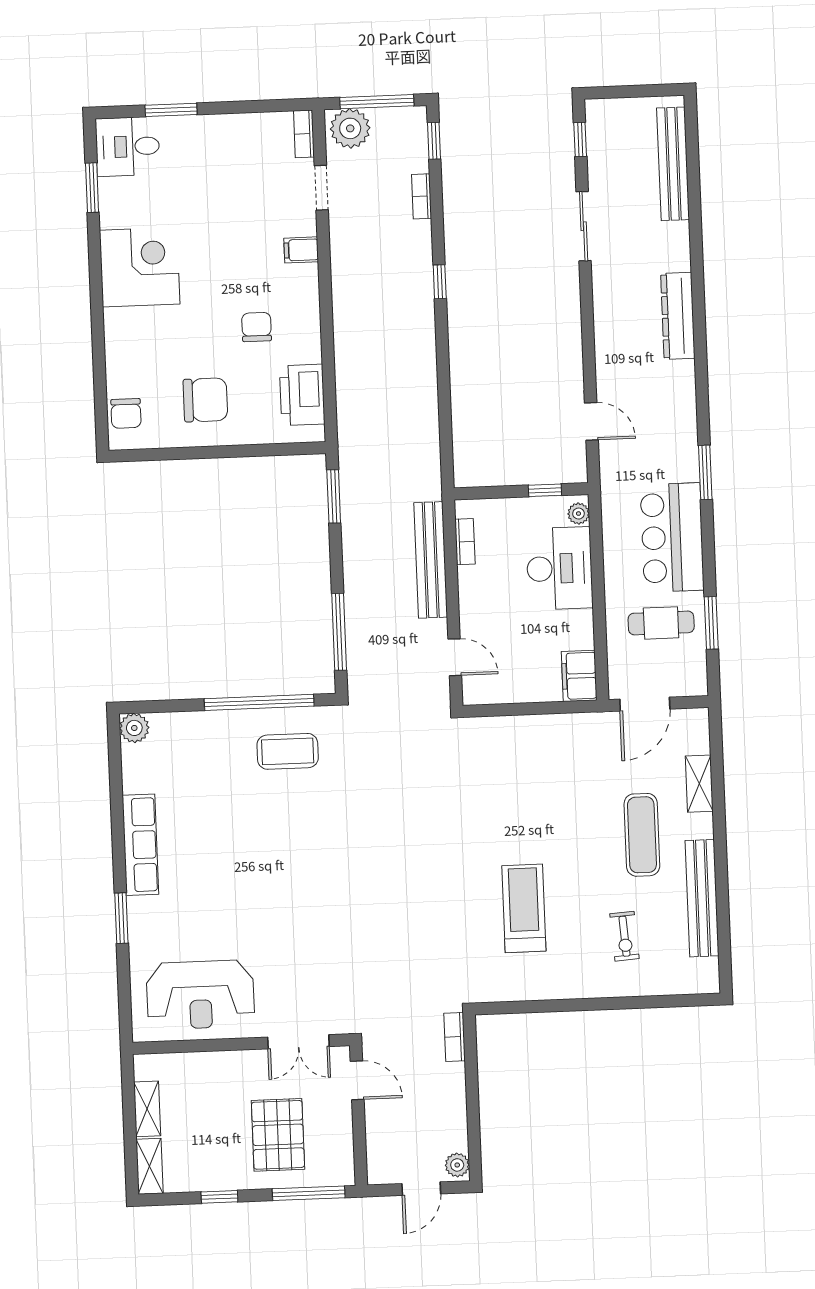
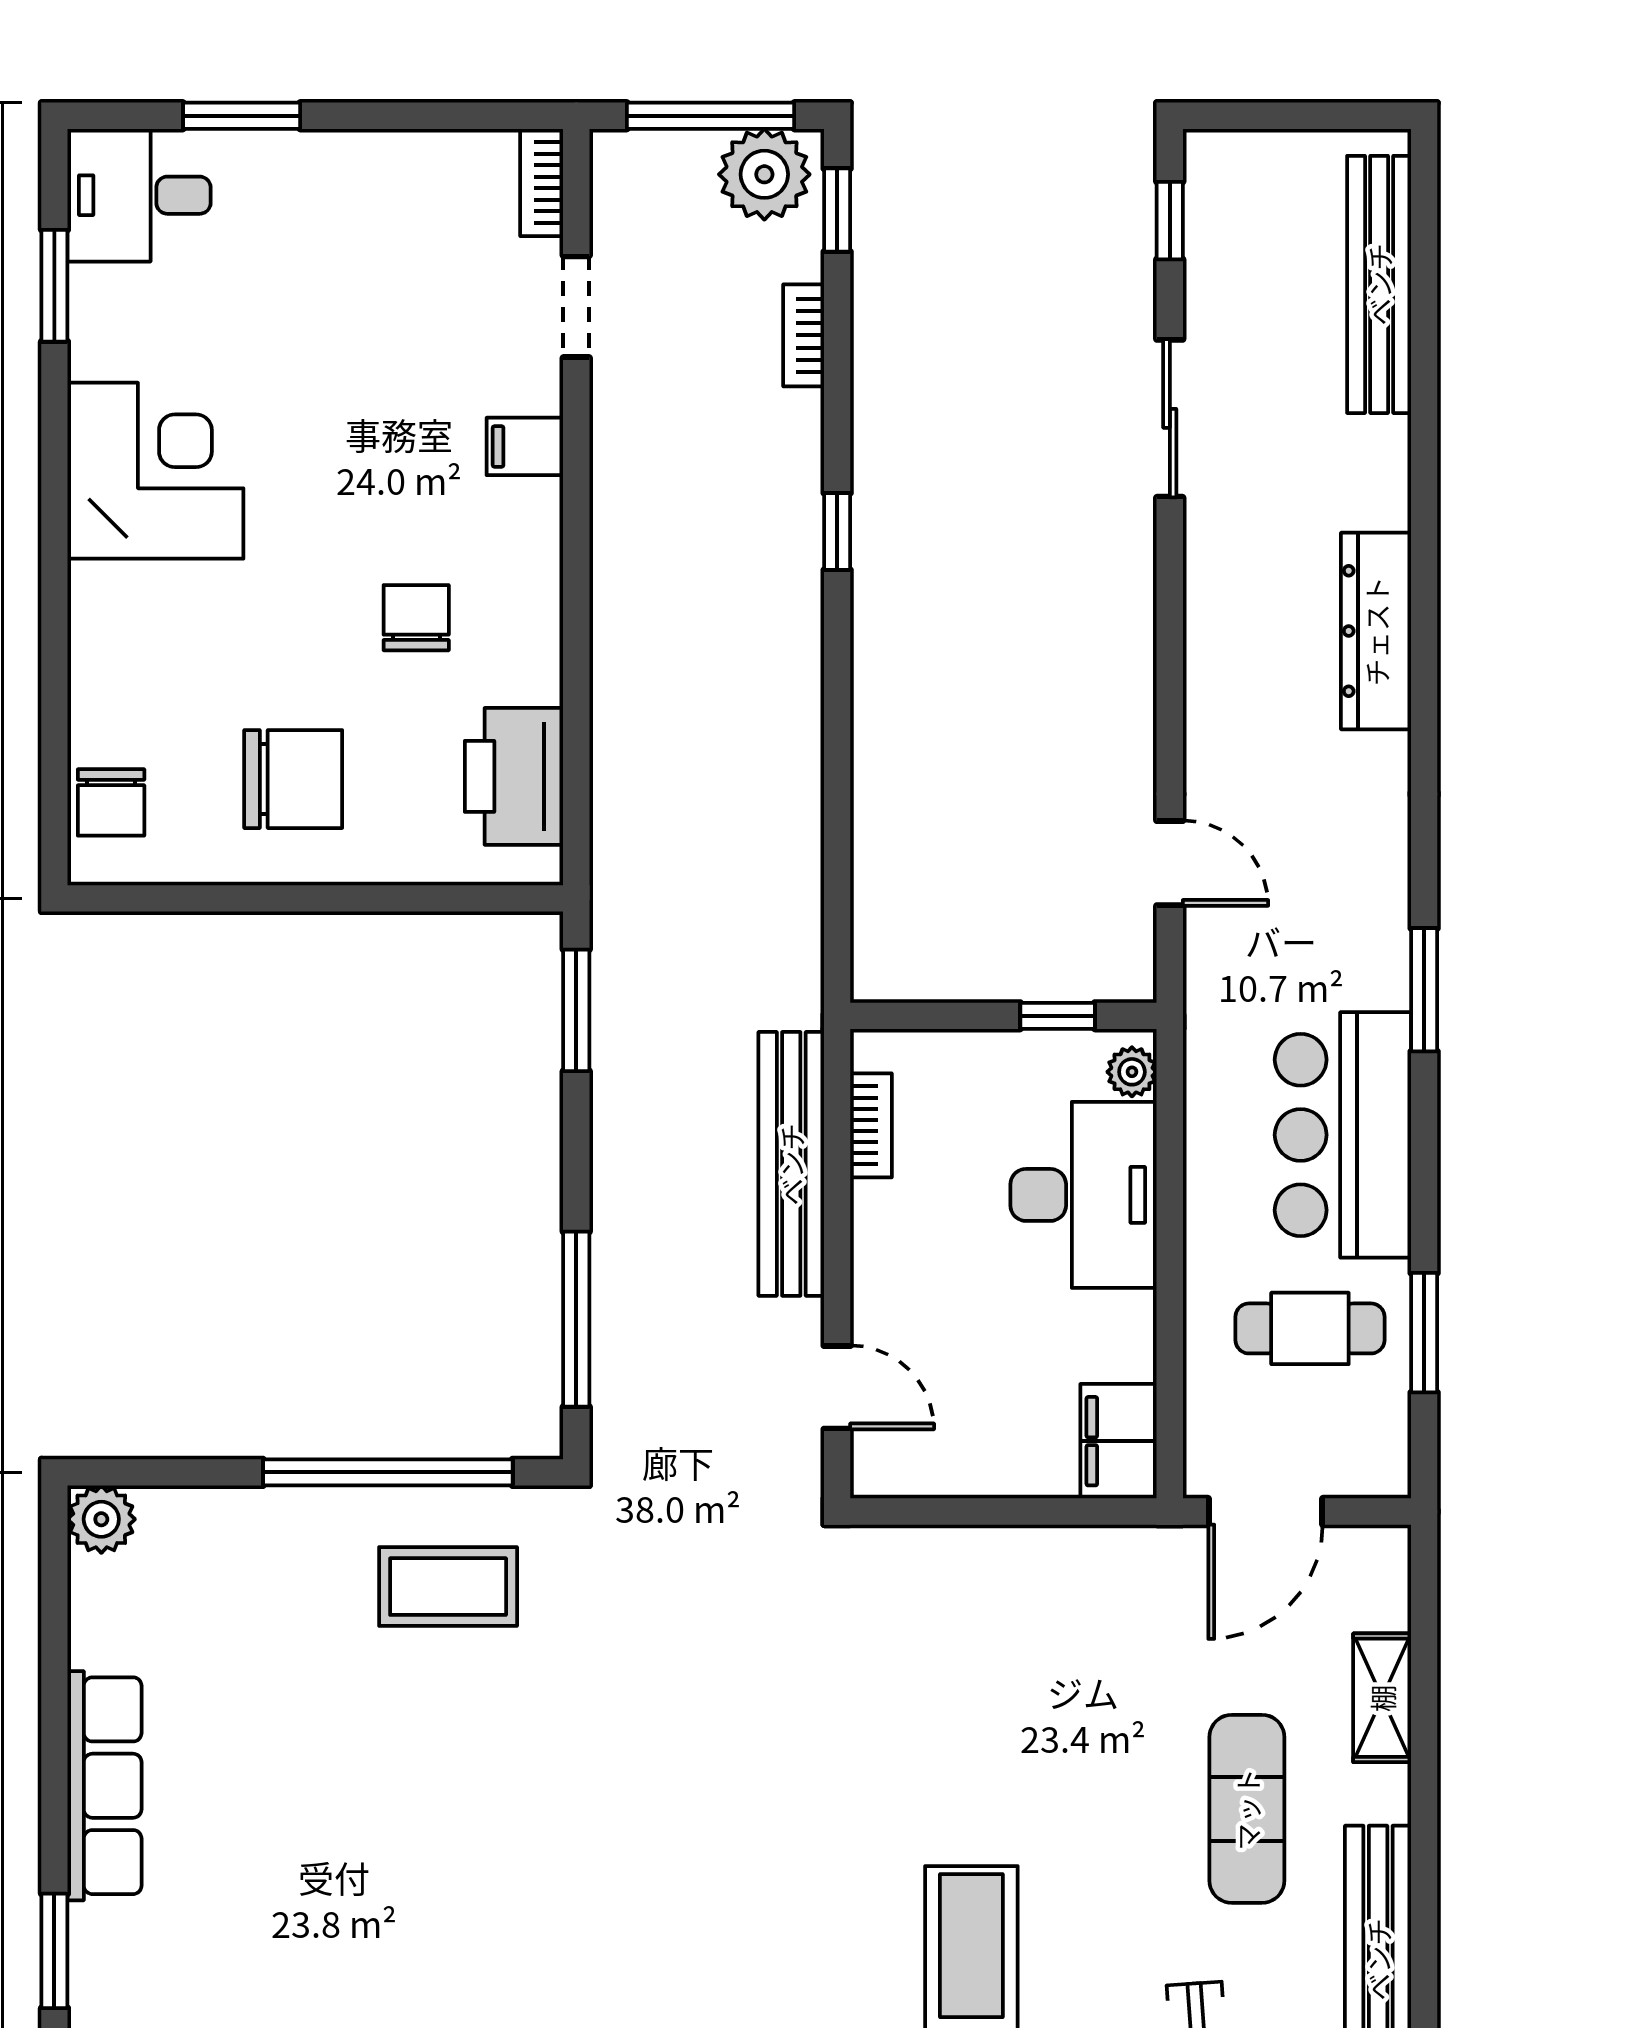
plant: (350, 128) -> (764, 174), moved

